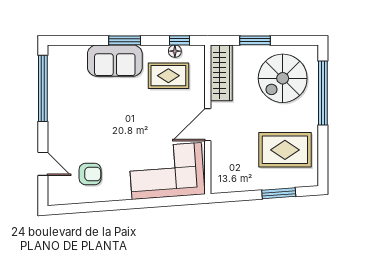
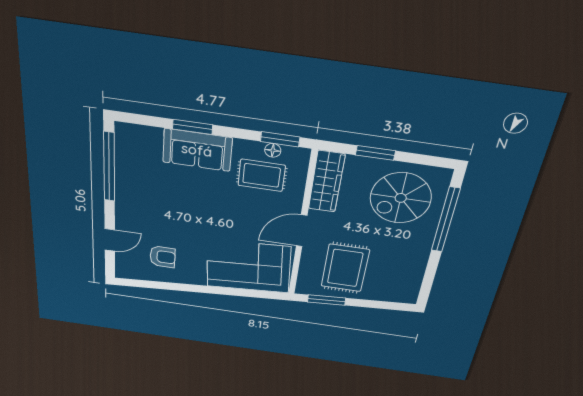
window: (125, 40) -> (193, 127), moved
window: (180, 40) -> (280, 139), width x1.50
rug: (285, 150) -> (345, 268), moved, turned 90
door: (43, 164) -> (110, 240), hinge flipped
window: (279, 193) -> (327, 300), moved

